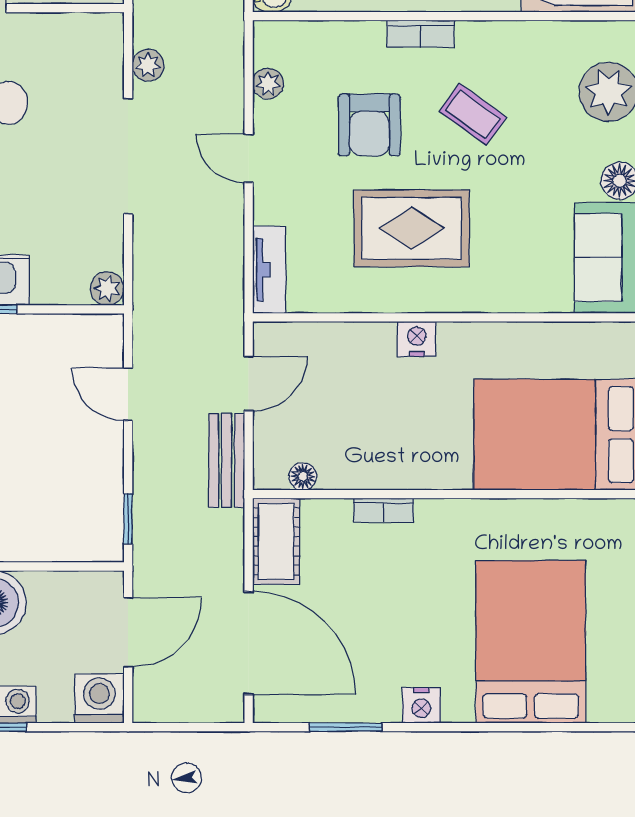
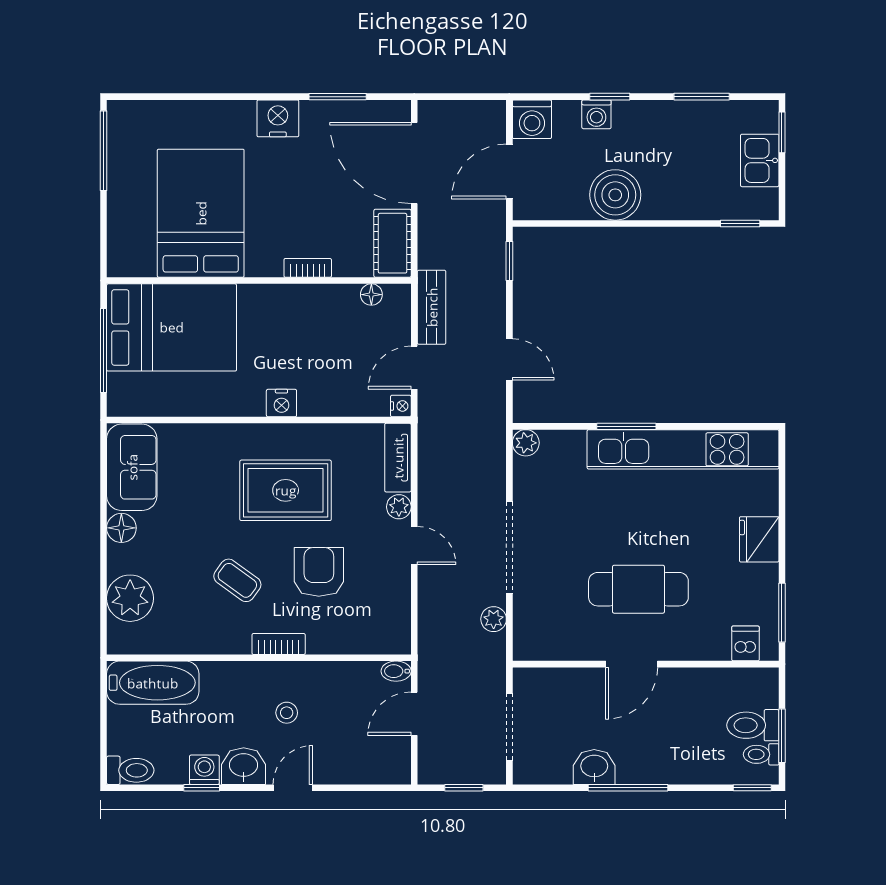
plant: (268, 84) -> (399, 507), moved
nightstand: (266, 335) -> (401, 406), added
bed: (531, 642) -> (201, 213), moved, turned 180
nightstand: (421, 705) -> (278, 118), width x1.36, depth x1.33

